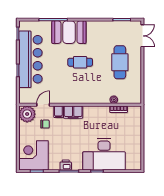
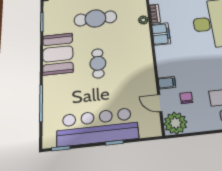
booth: (69, 32) -> (58, 54), moved
filing cabinet: (73, 112) -> (161, 34), moved

